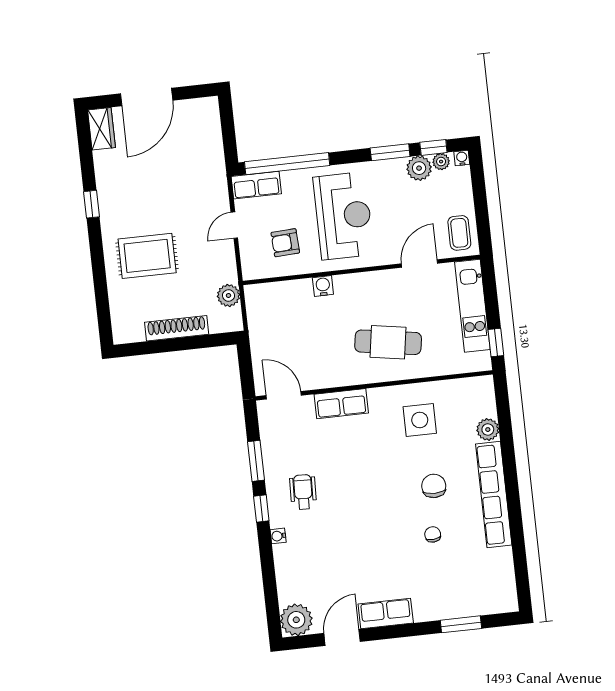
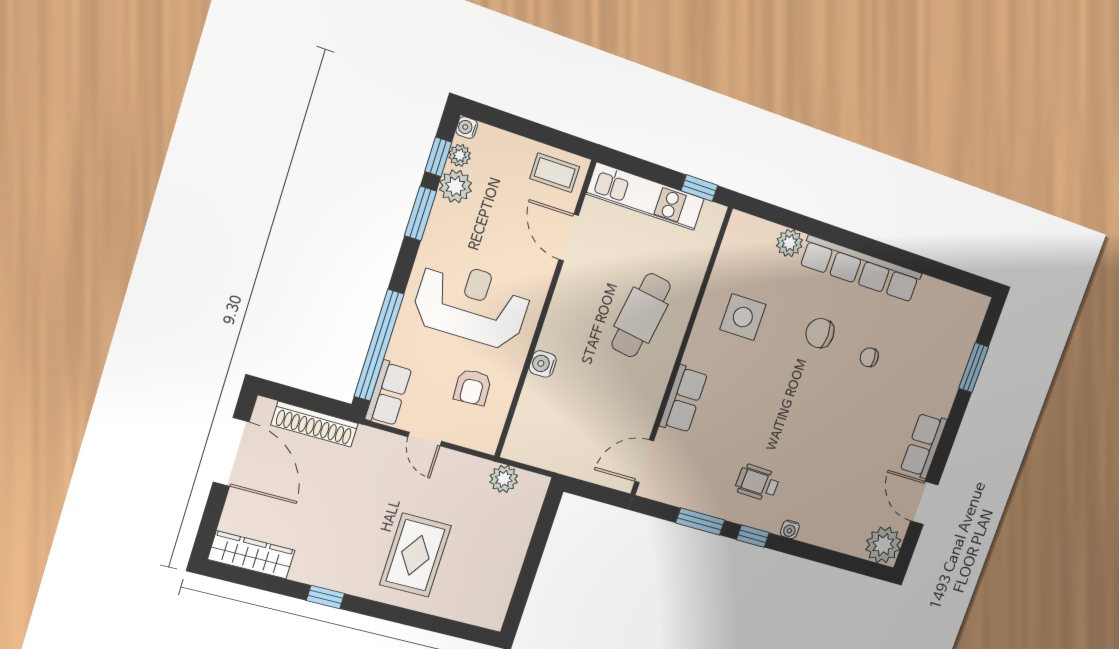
door: (147, 97) -> (231, 452), moved
wardrobe: (101, 129) -> (251, 555), width x1.50
shoe rack: (177, 328) -> (315, 424), moved, turned -90

